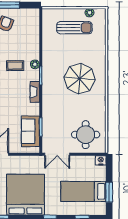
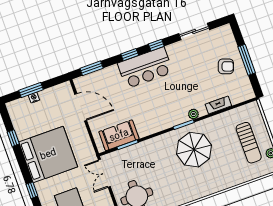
coffee table: (15, 66) -> (184, 93), removed
parasol: (80, 79) -> (194, 150), moved
fireplace: (35, 92) -> (218, 105), moved

